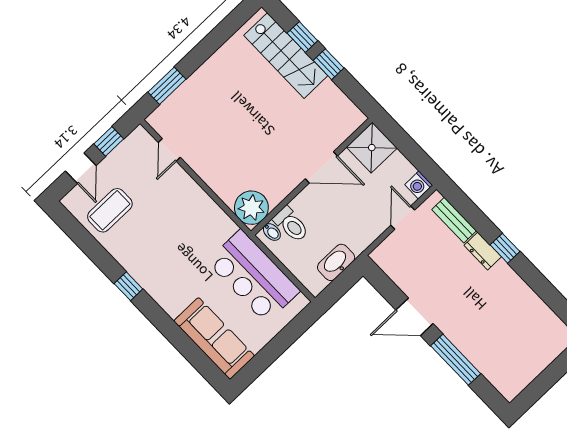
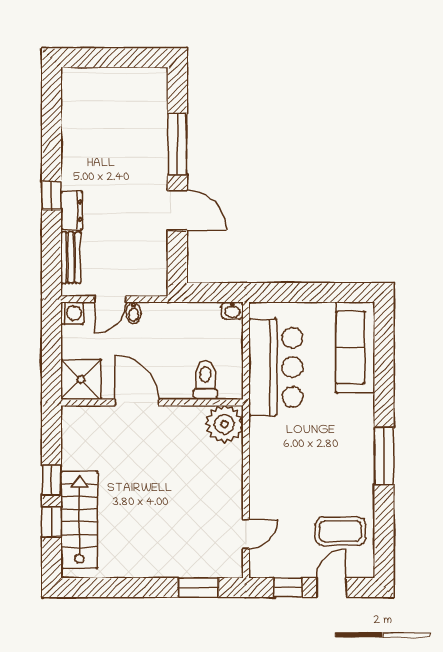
bidet: (272, 232) -> (134, 313), moved, turned 180
washbasin: (336, 262) -> (232, 311), moved, width x0.52, depth x0.69
window: (128, 286) -> (384, 456), width x2.17

